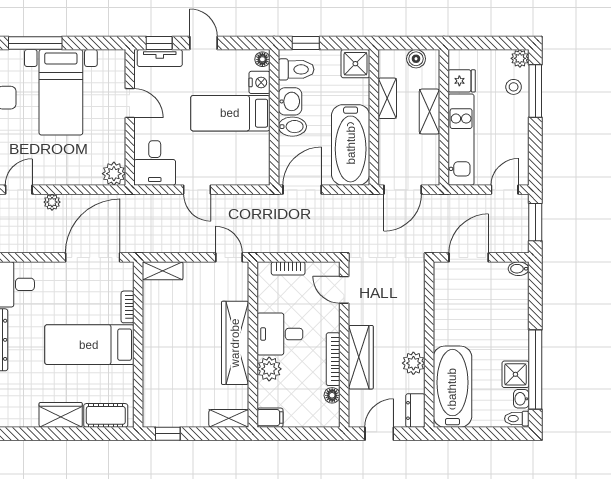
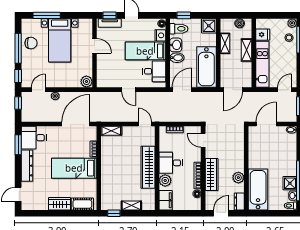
desk: (155, 163) -> (154, 71), moved, turned -90
shelving: (229, 418) -> (131, 206), moved
filing cabinet: (270, 418) -> (166, 200), width x2.00

